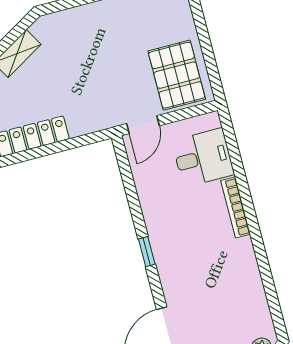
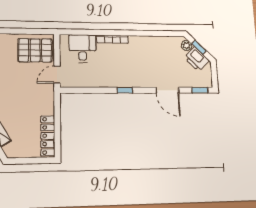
door: (143, 125) -> (57, 75), swing flipped

